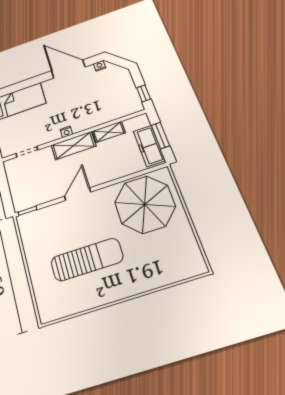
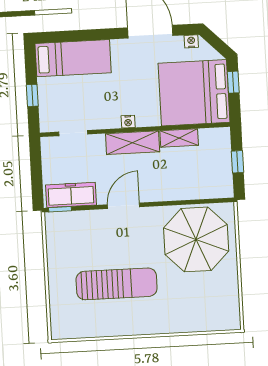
window: (143, 93) -> (233, 82), moved
bed: (111, 98) -> (194, 93), added
window: (160, 135) -> (238, 162), width x0.67
freezer: (149, 146) -> (71, 195), moved, turned 90

